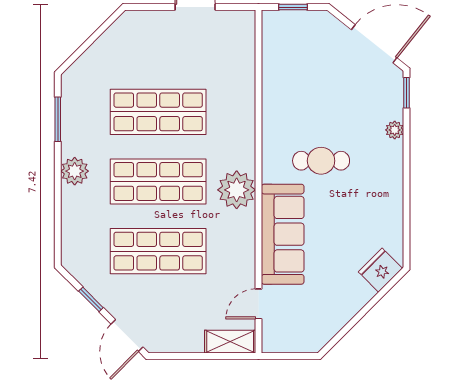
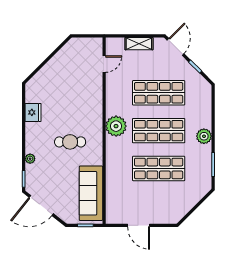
sofa: (283, 234) -> (91, 193), moved
fridge: (380, 270) -> (33, 112), moved, turned -45
shelving: (230, 342) -> (139, 44), moved

